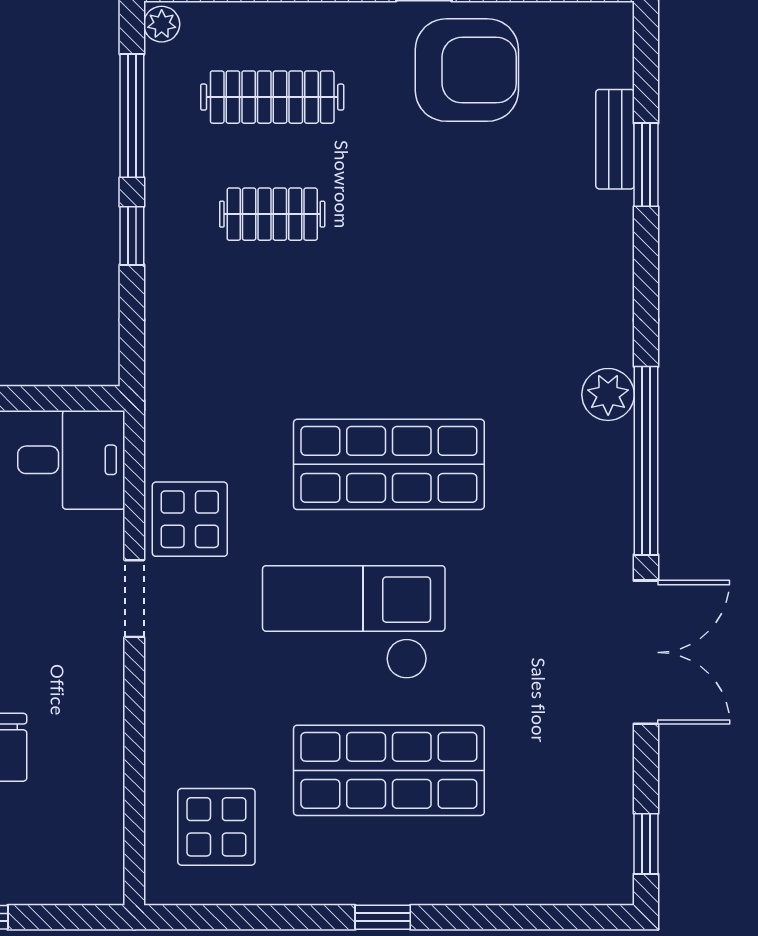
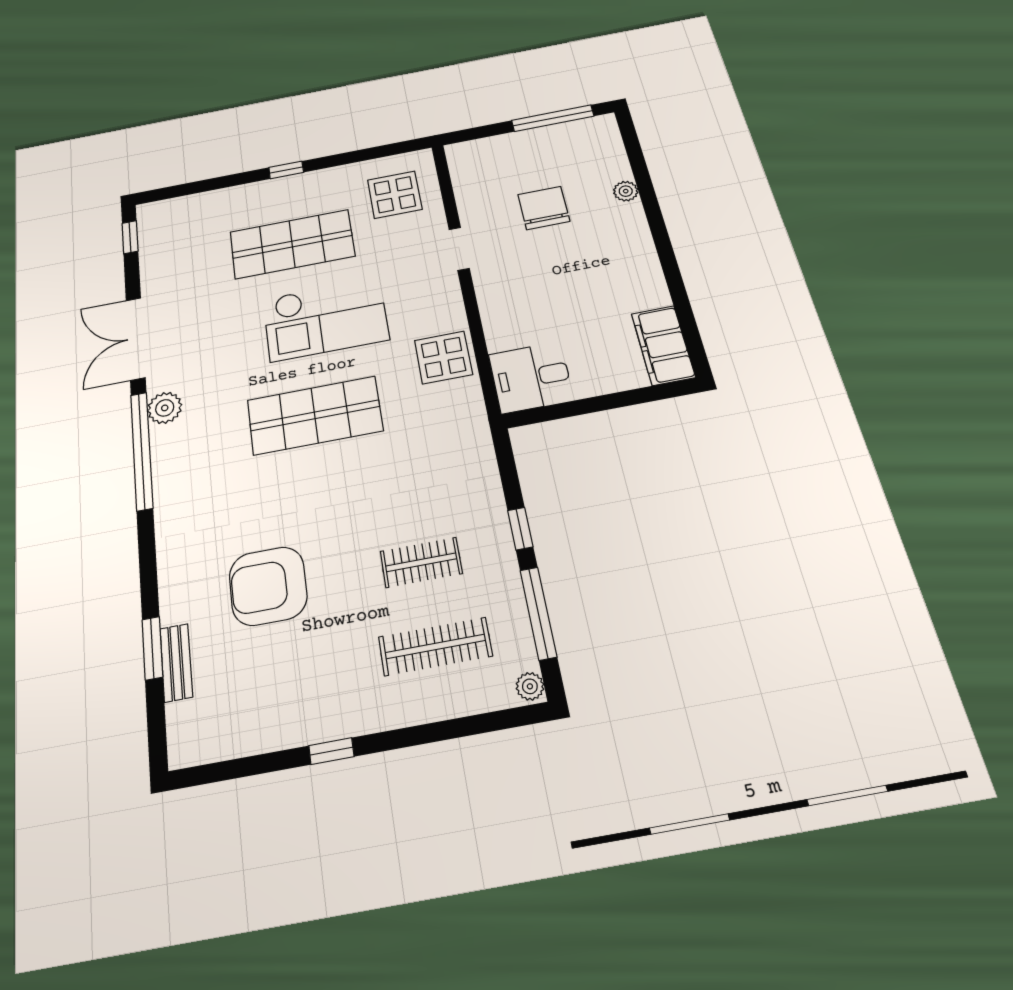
armchair: (467, 70) -> (268, 586), moved
plant: (608, 394) -> (165, 408), moved
doorway: (134, 599) -> (459, 249), moved

